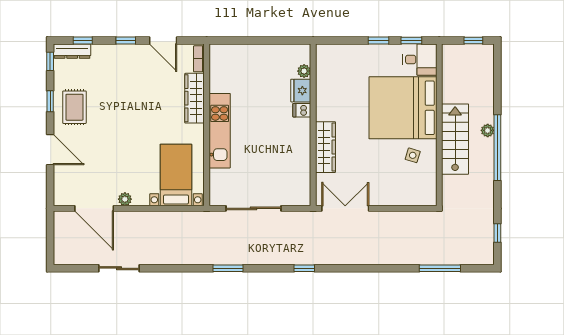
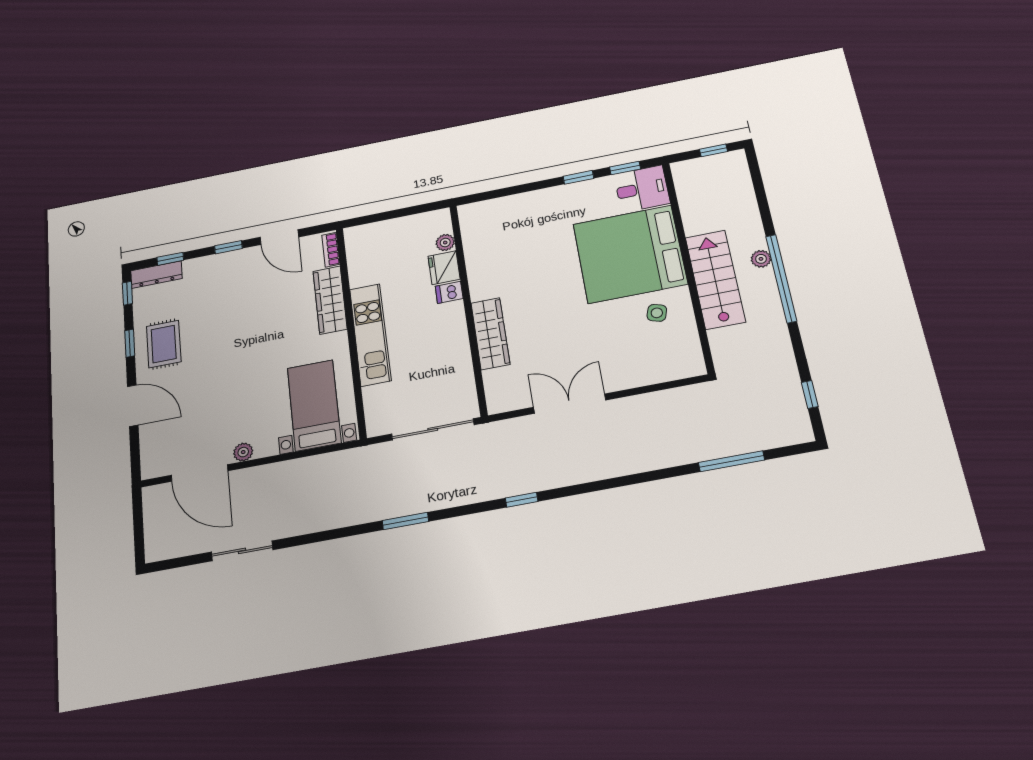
plant: (304, 71) -> (445, 243), moved
fridge: (301, 91) -> (444, 268), moved
dishwasher: (302, 110) -> (449, 292), moved
wall: (313, 125) -> (468, 308), moved
wardrobe: (325, 147) -> (490, 334), moved

